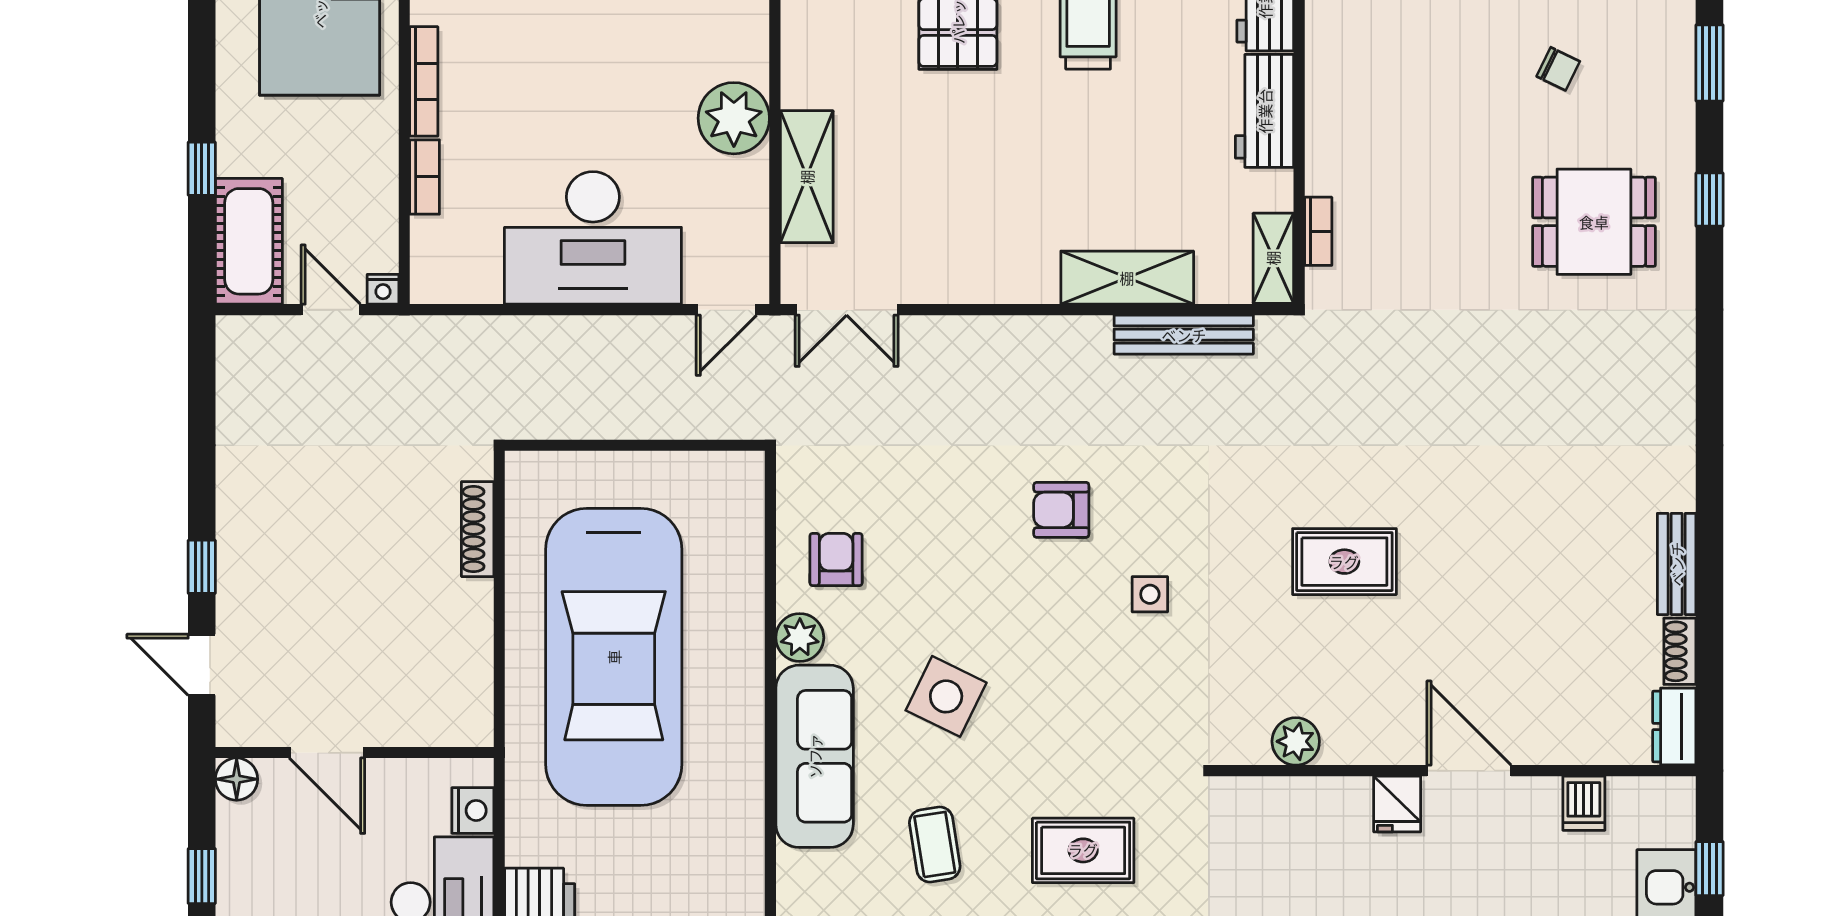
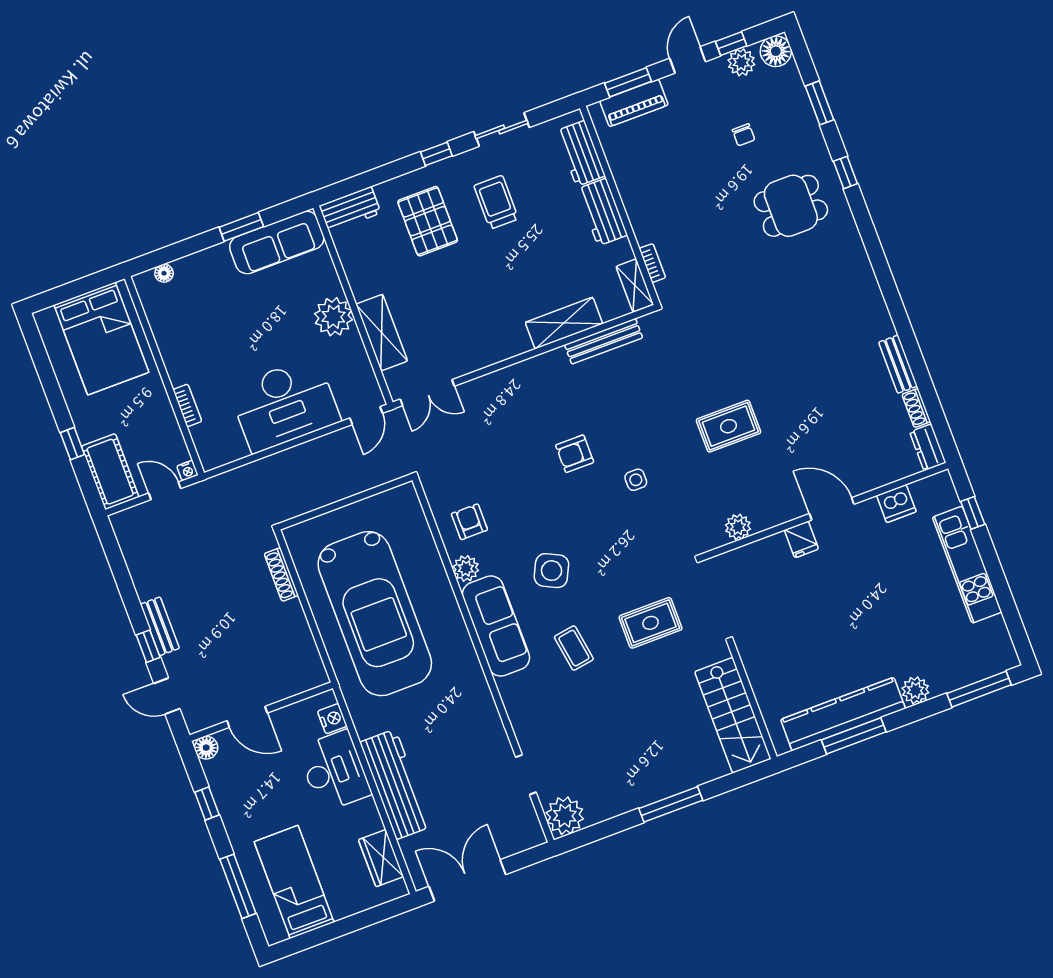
chair: (1558, 69) -> (744, 135), turned 64
bookcase: (424, 81) -> (169, 357), removed
bench: (235, 540) -> (160, 626), added
dishwasher: (1584, 803) -> (896, 504), width x1.38

